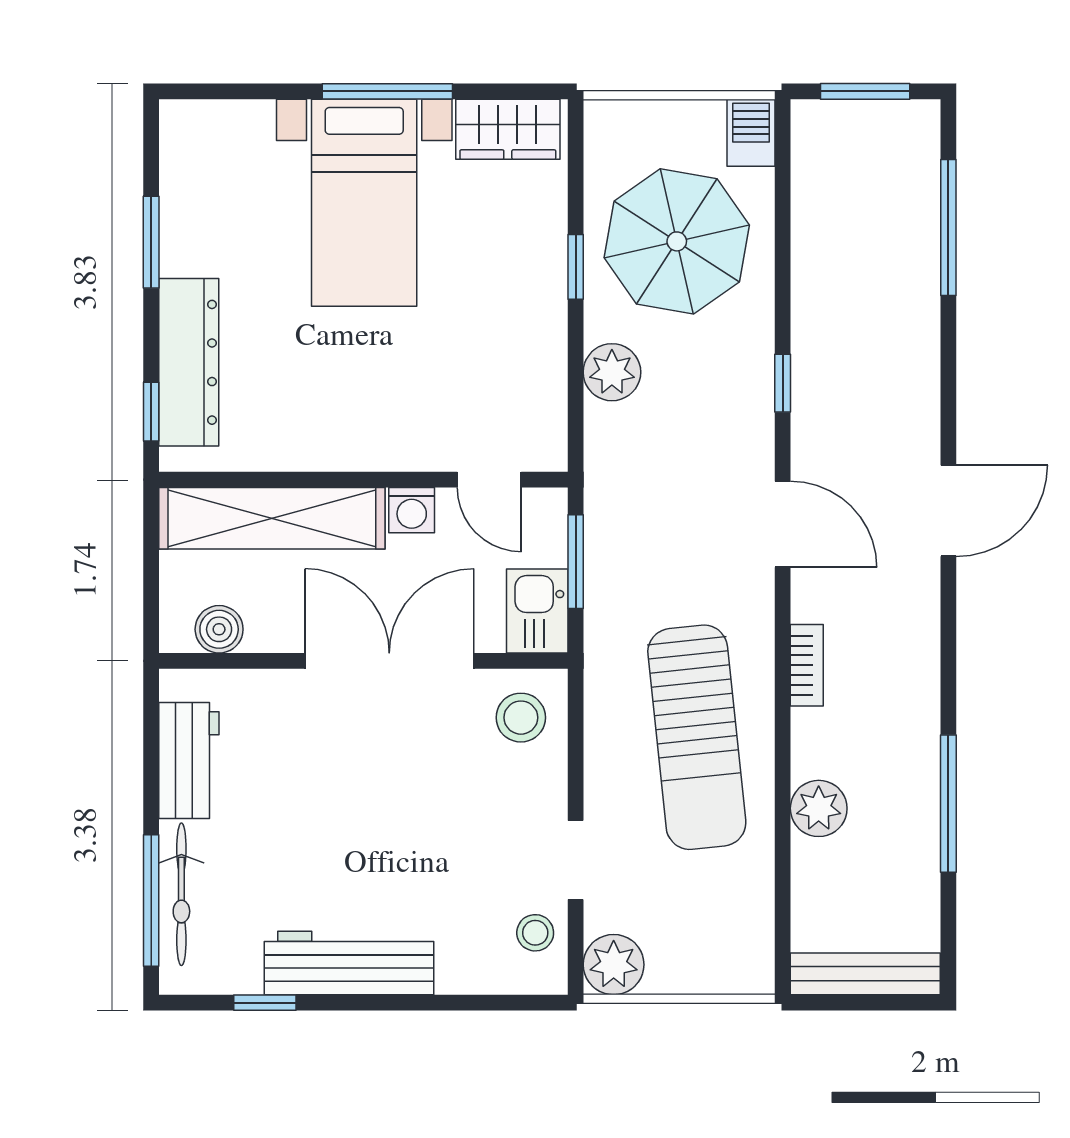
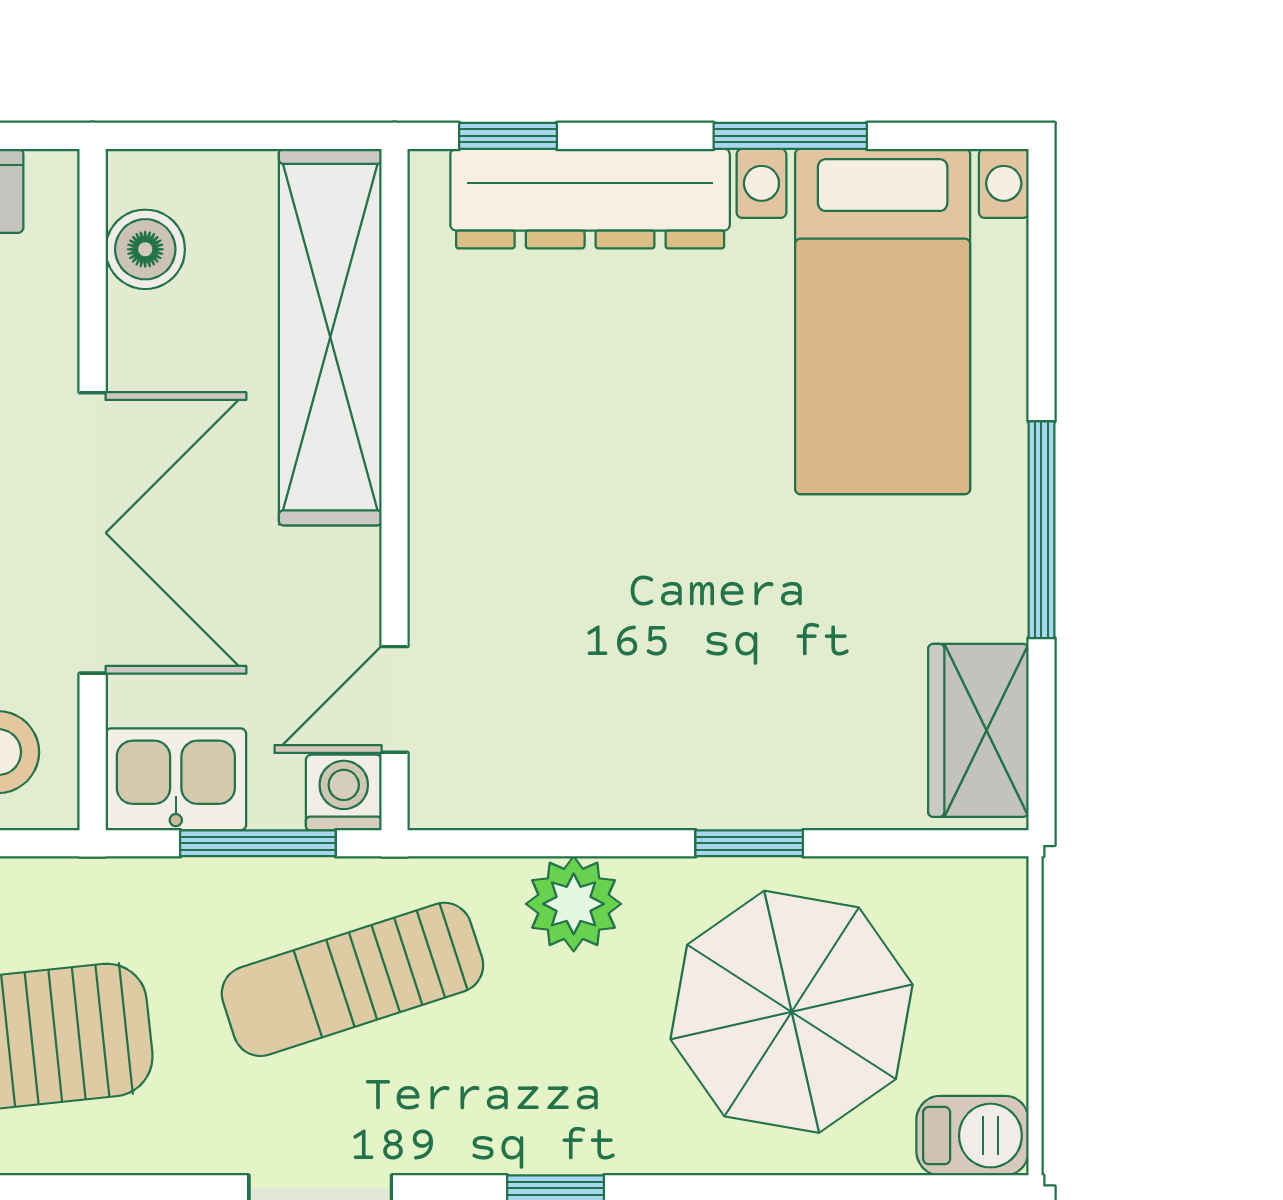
bed with nightstands: (364, 203) -> (883, 322), moved, turned -90
sun lounger: (657, 505) -> (352, 979), added
washing machine: (412, 510) -> (344, 792), moved, turned 90

